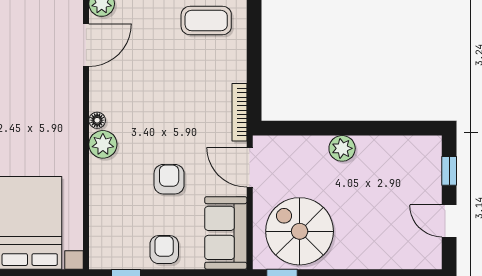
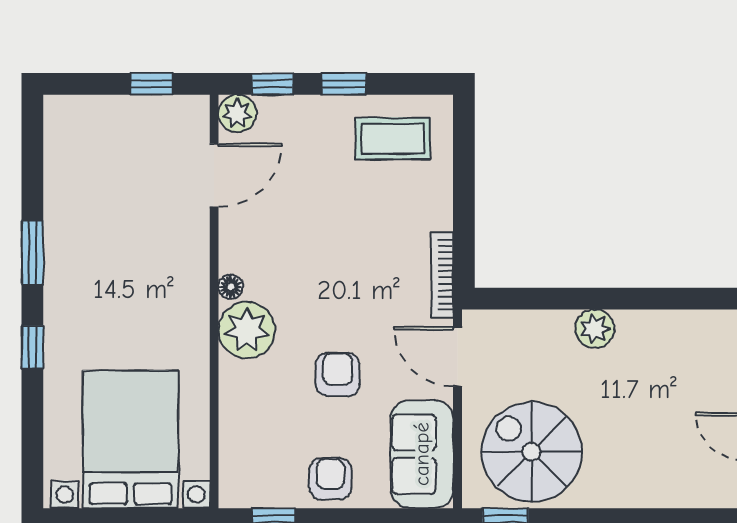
plant: (103, 144) -> (247, 330), width x1.36, depth x1.36

